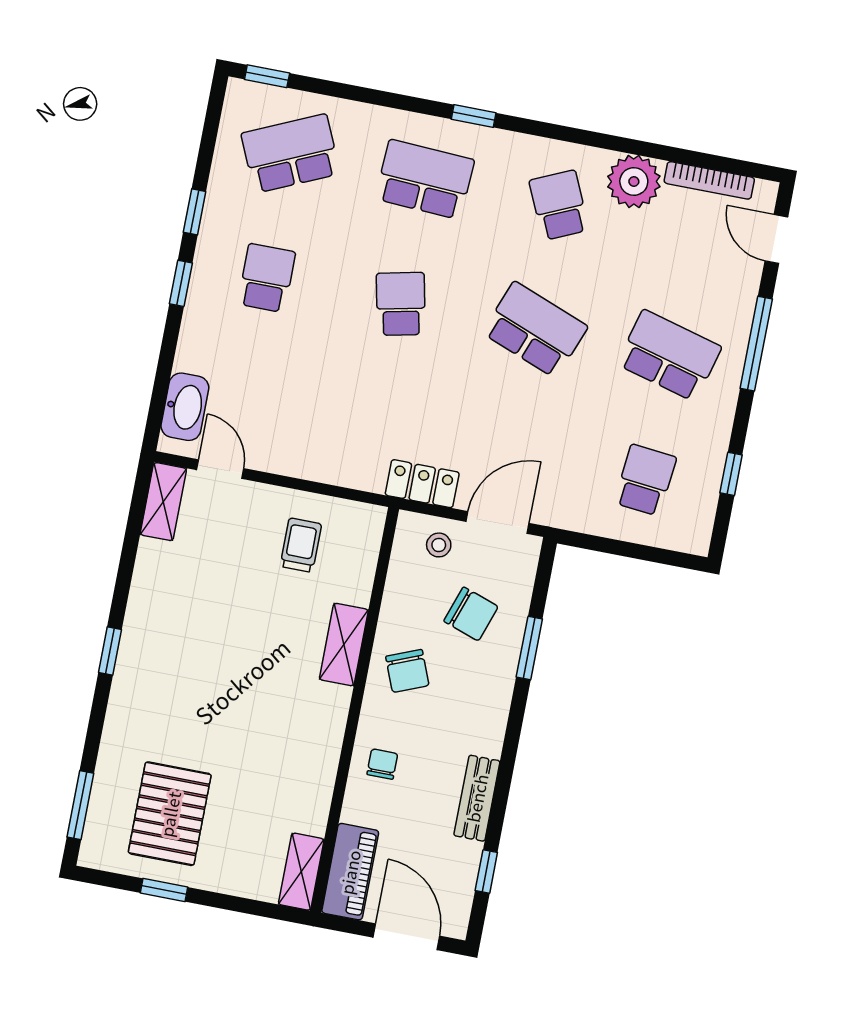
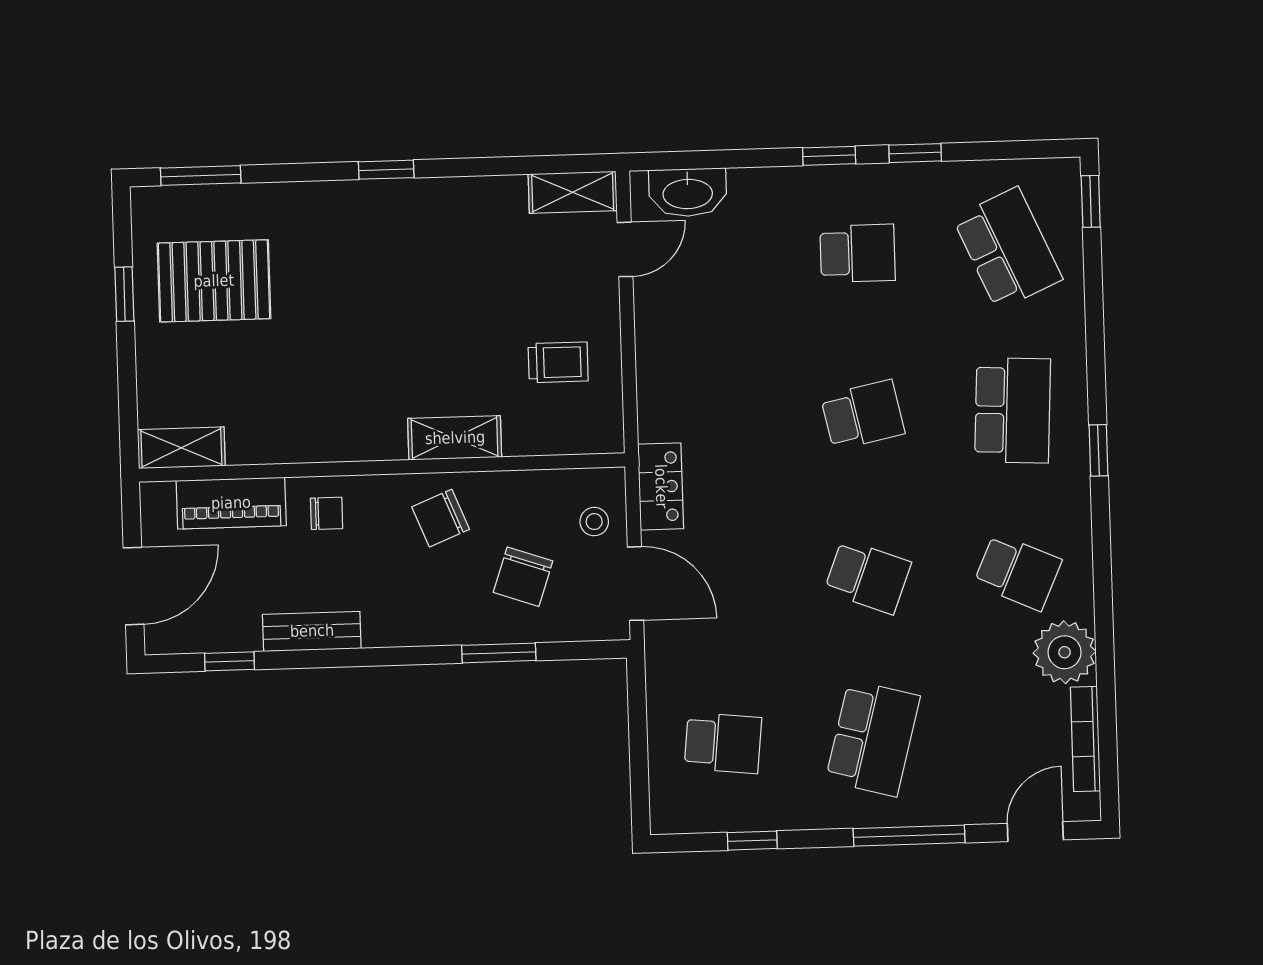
school desk: (559, 205) -> (1018, 572), turned 48
school desk: (535, 330) -> (868, 577), width x0.54
piano: (350, 872) -> (231, 503), moved

